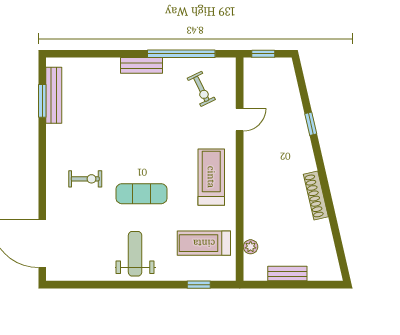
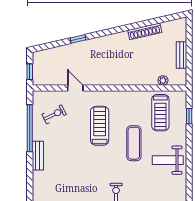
treadmill: (211, 177) -> (100, 126), moved, turned 90
exercise mat: (141, 194) -> (134, 143), moved
shoe rack: (316, 195) -> (145, 31), moved

